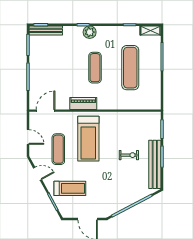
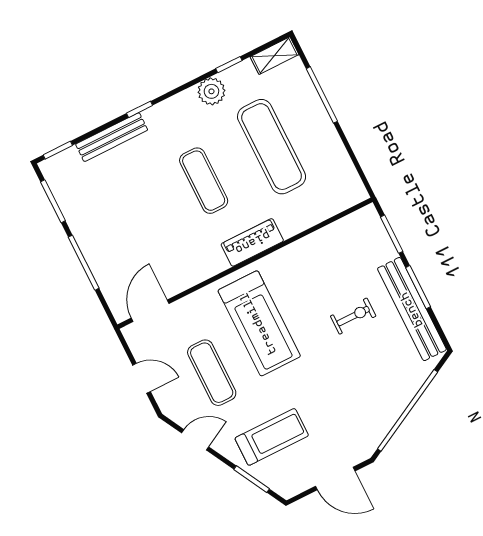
bench: (46, 30) -> (112, 137), moved
plant: (90, 32) -> (211, 91), moved
piano: (83, 103) -> (252, 242), moved

